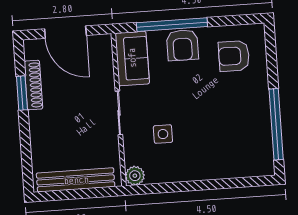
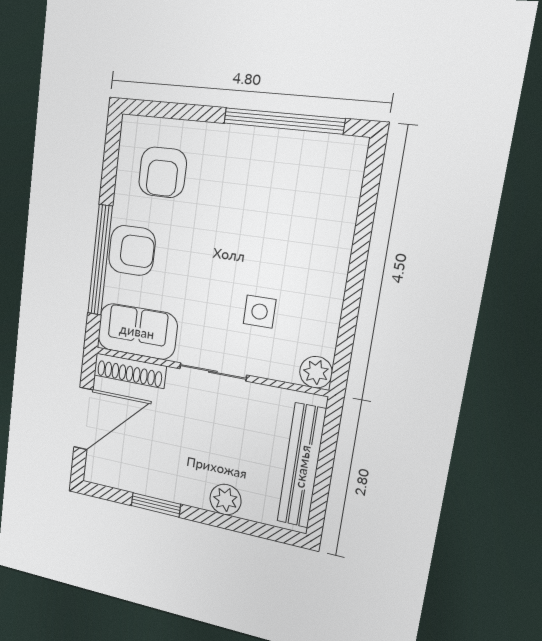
shoe rack: (33, 85) -> (130, 371), moved, turned 180
plant: (40, 138) -> (225, 500), added

